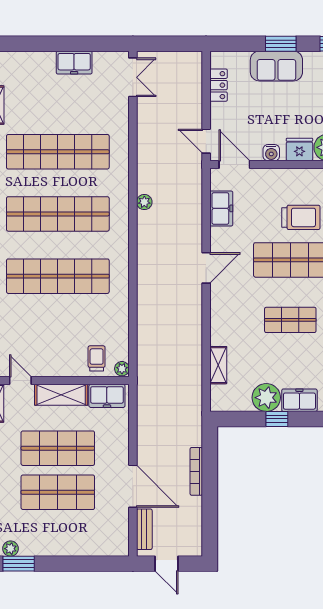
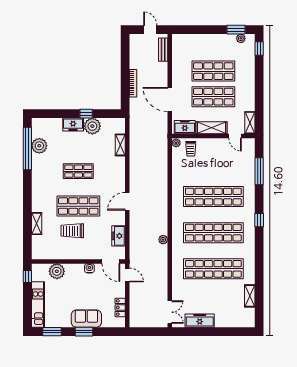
freezer: (74, 63) -> (200, 321), width x1.40
double door: (133, 77) -> (170, 312), swing flipped
fridge: (299, 150) -> (73, 270), removed
door: (133, 486) -> (170, 100), moved

